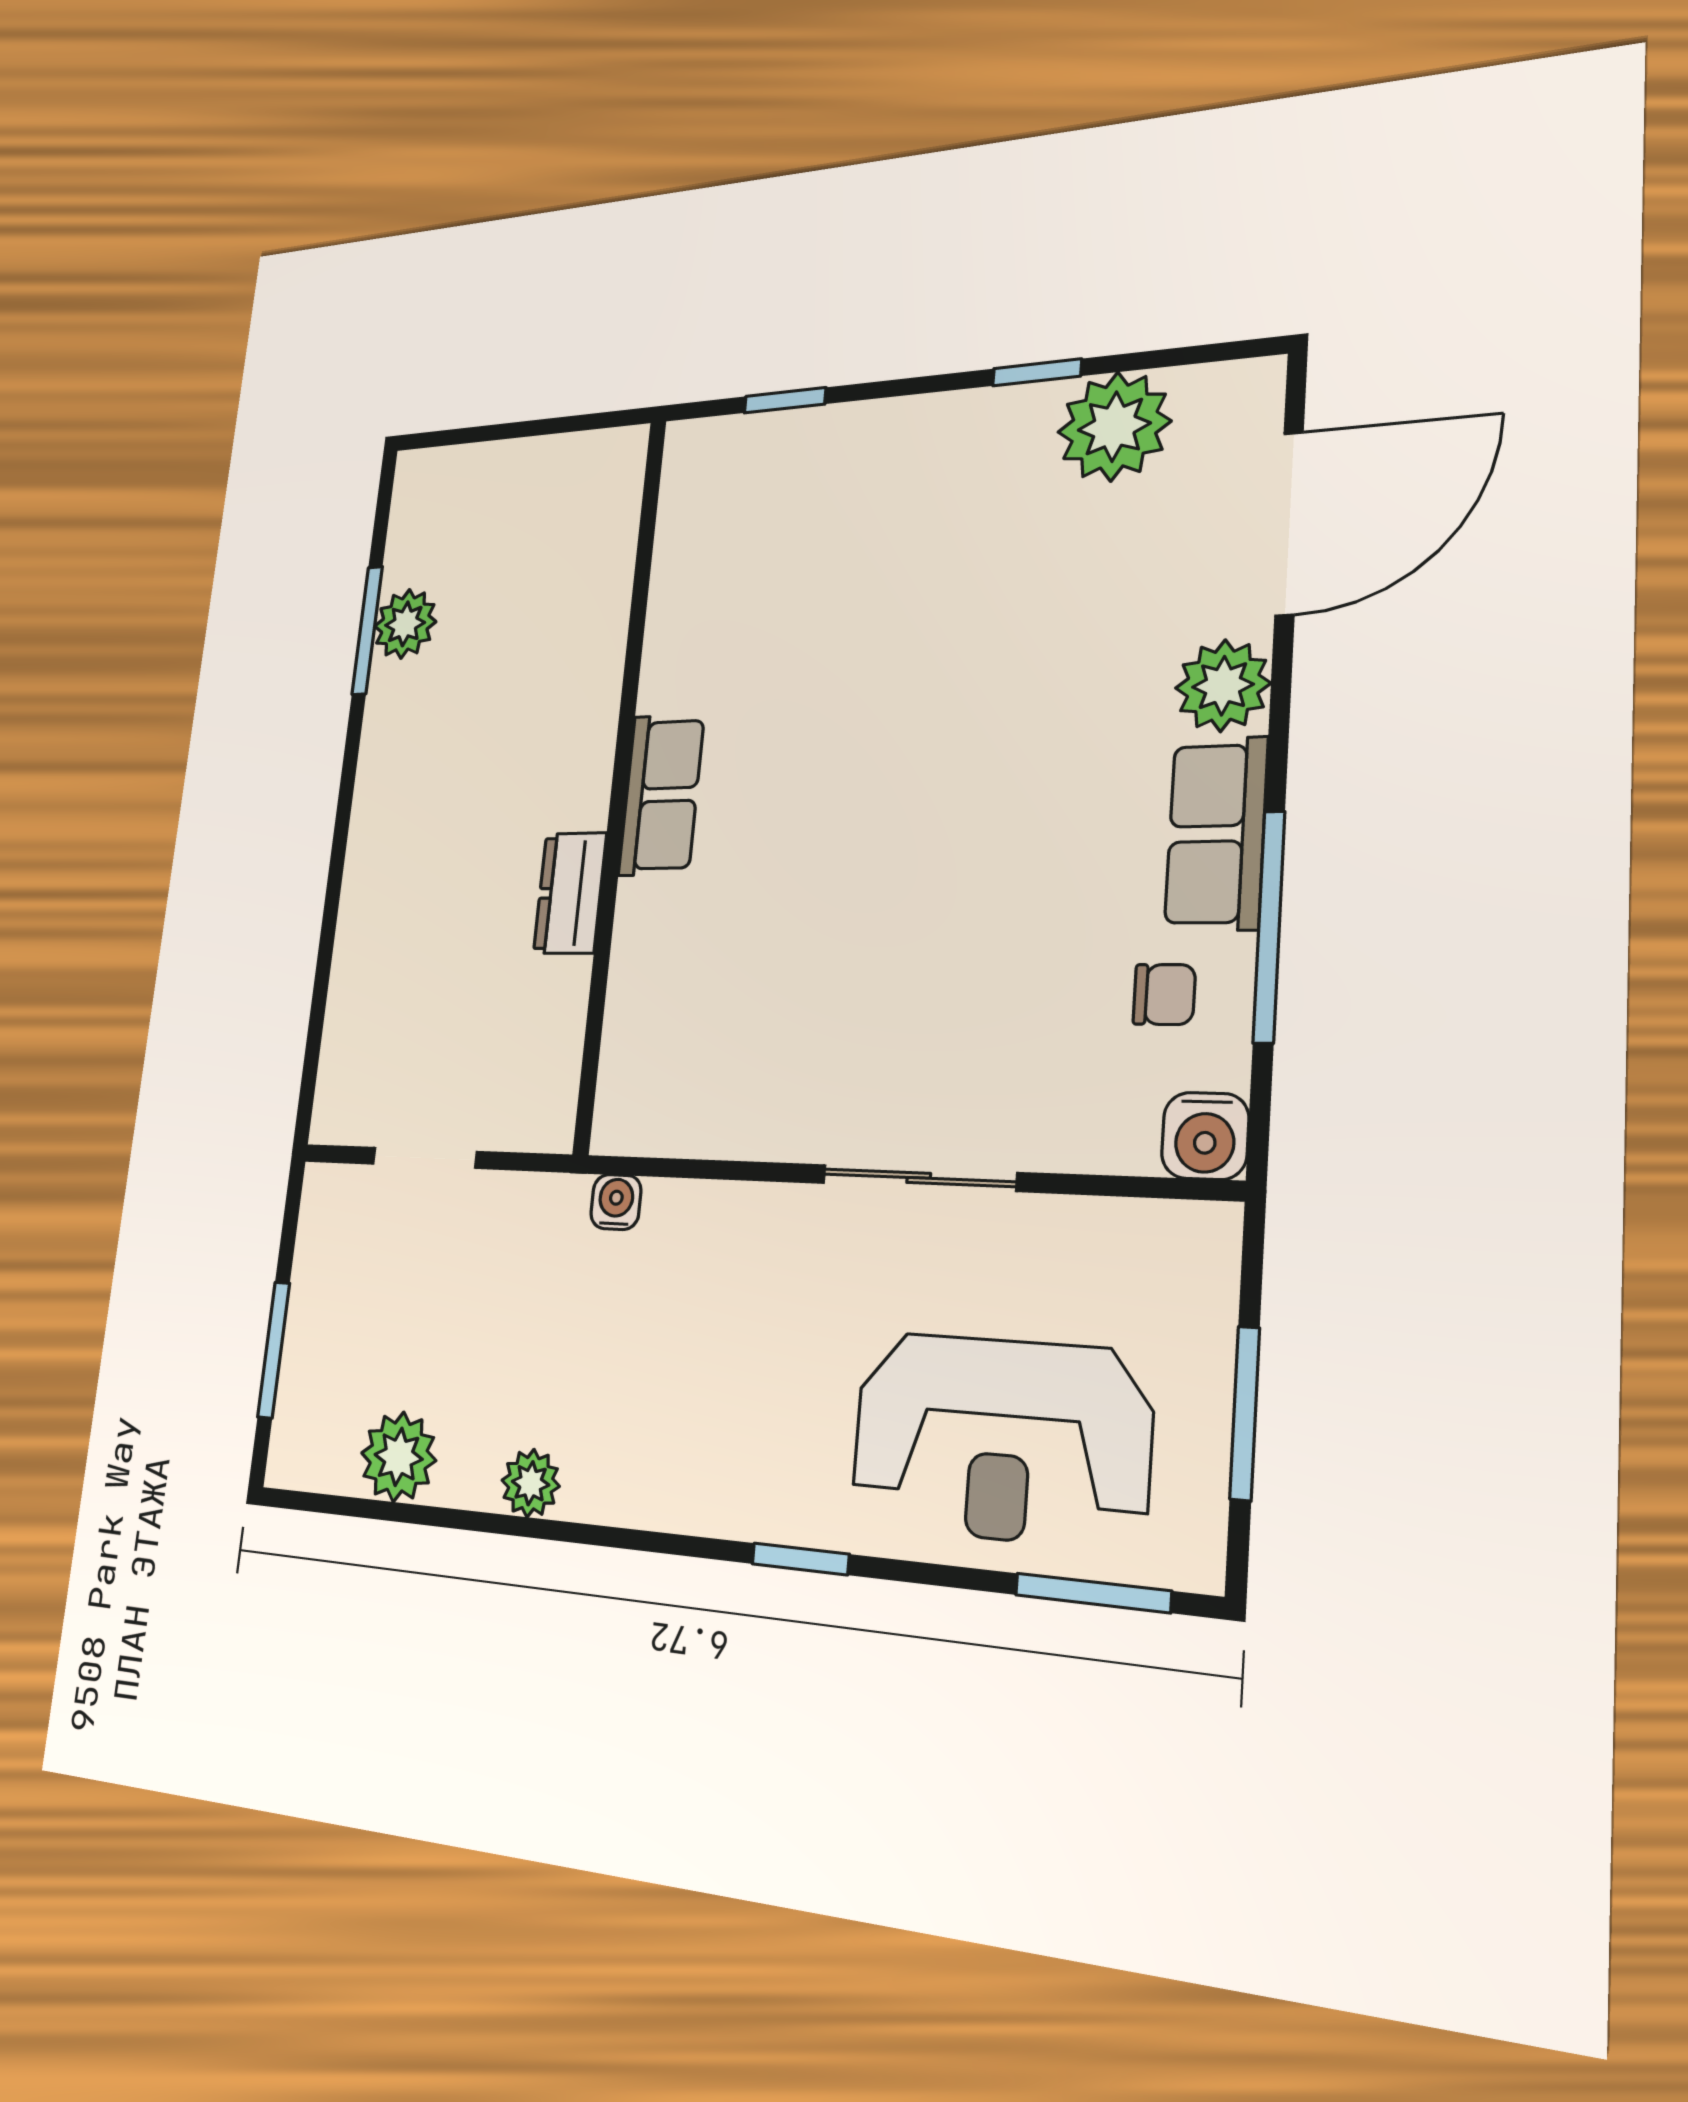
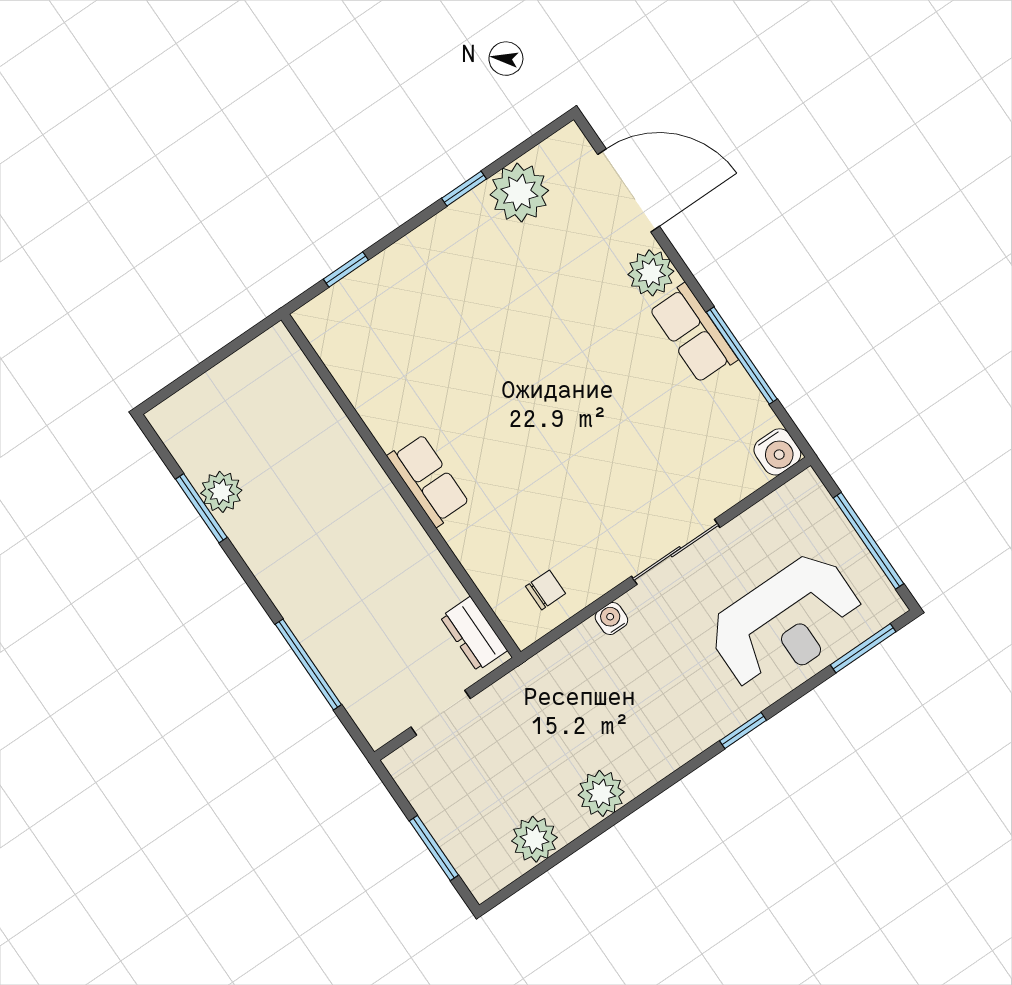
door: (1289, 524) -> (628, 190), hinge flipped
dresser: (570, 893) -> (474, 634), moved
window: (326, 950) -> (308, 664), added
chair: (1164, 994) -> (546, 590), moved
water cooler: (616, 1202) -> (611, 619), moved
window: (1245, 1413) -> (868, 541), width x1.44
plant: (531, 1483) -> (601, 793), width x1.38, depth x1.38

